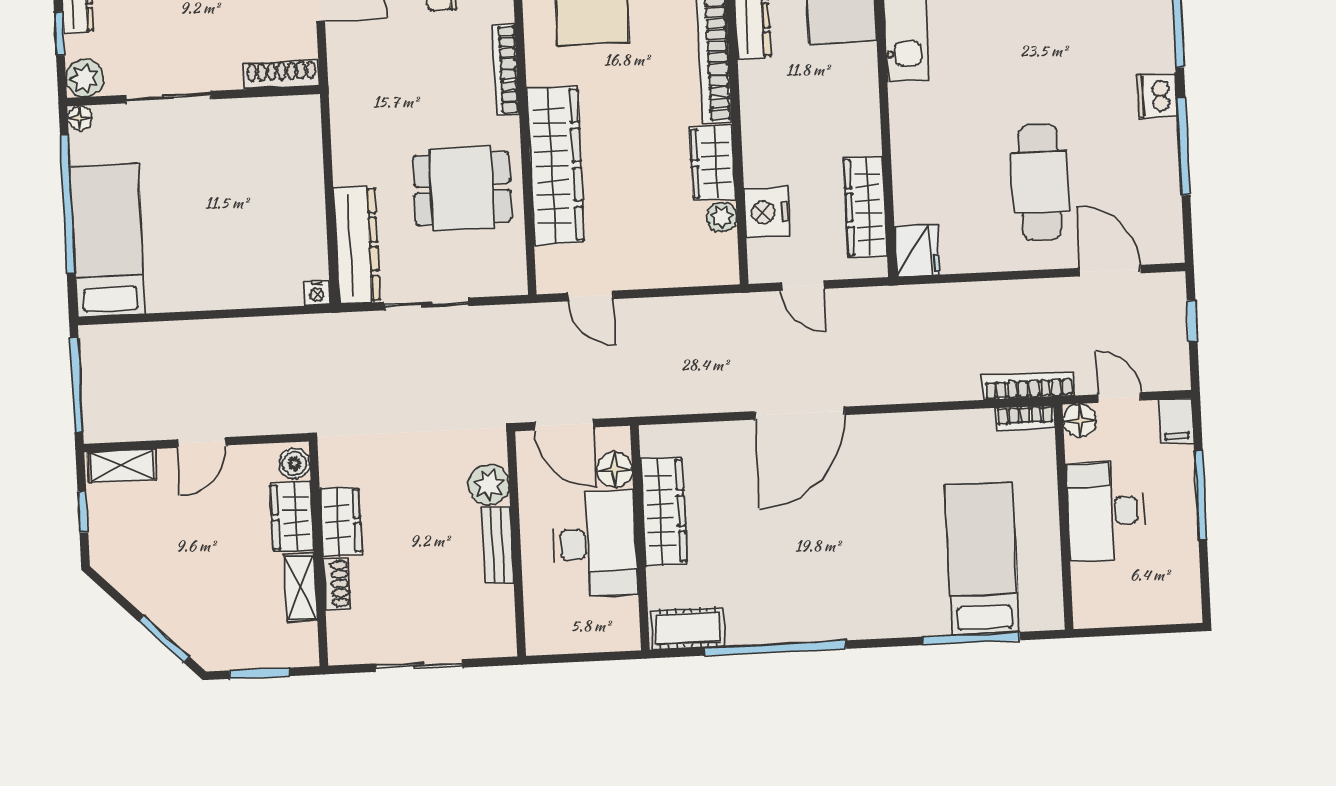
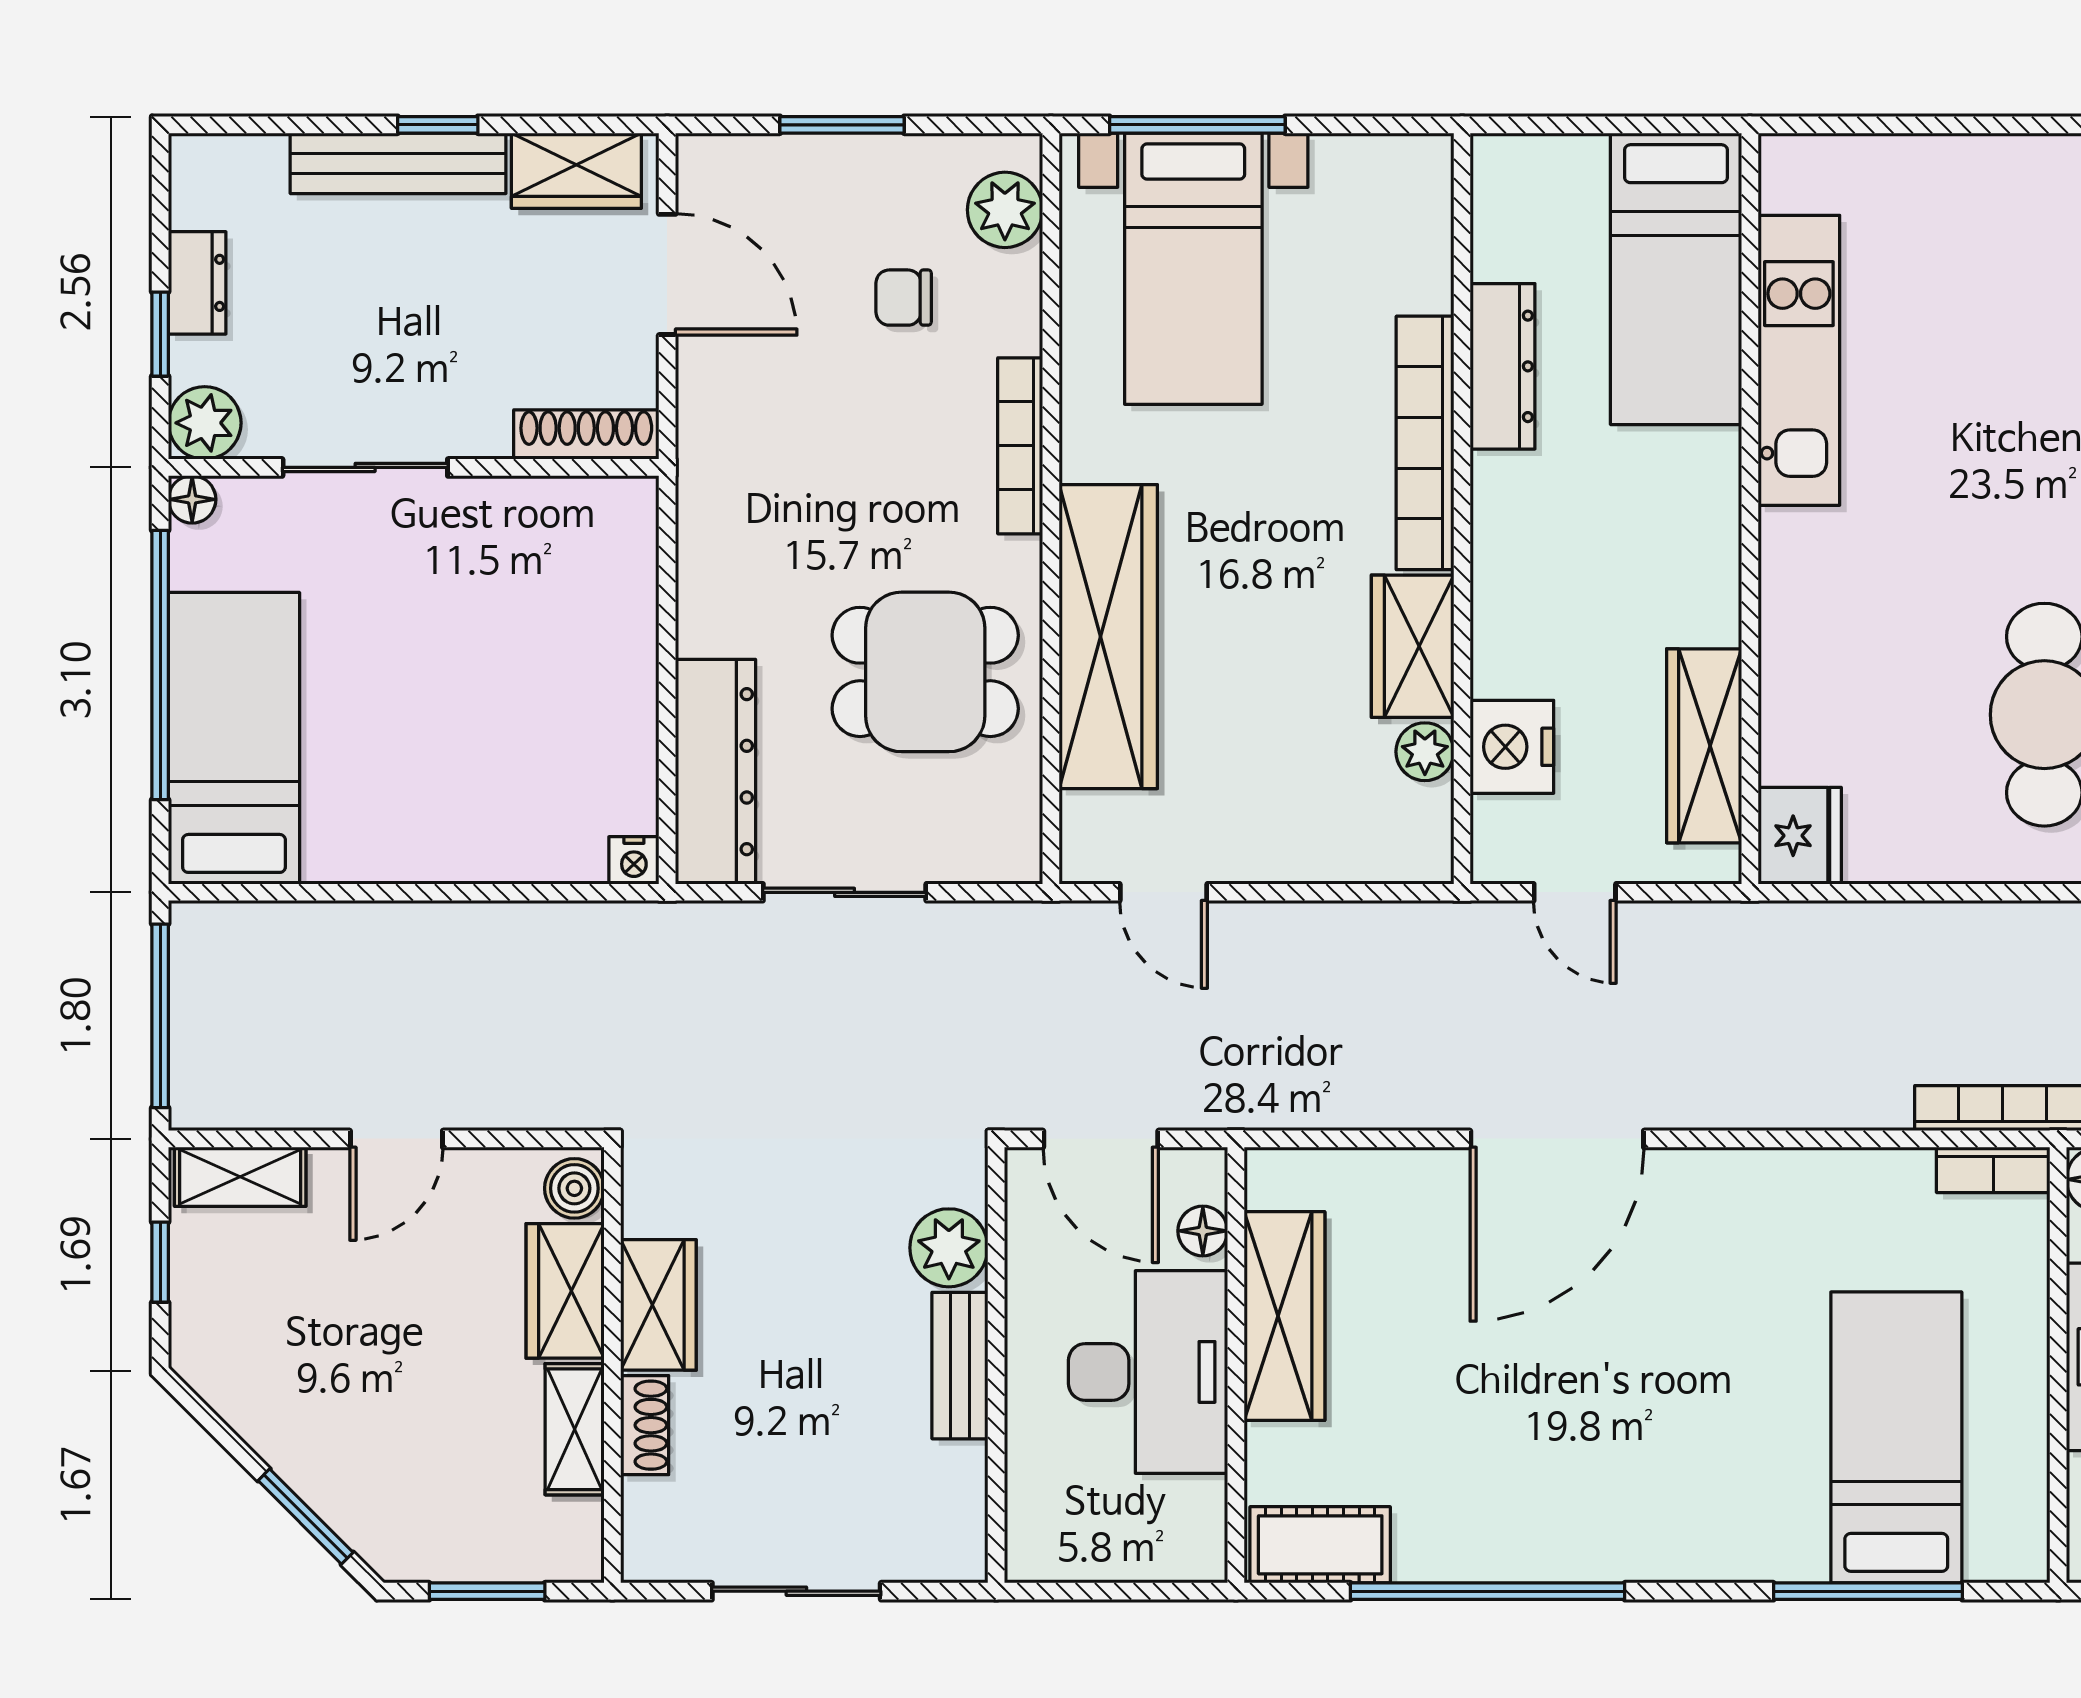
floor lamp: (615, 470) -> (1203, 1231), width x0.73, depth x0.73

